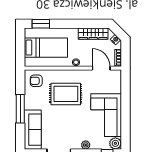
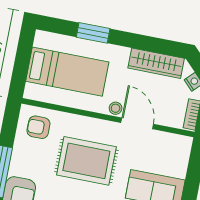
window: (41, 24) -> (93, 33), moved
door: (101, 68) -> (137, 123), moved

